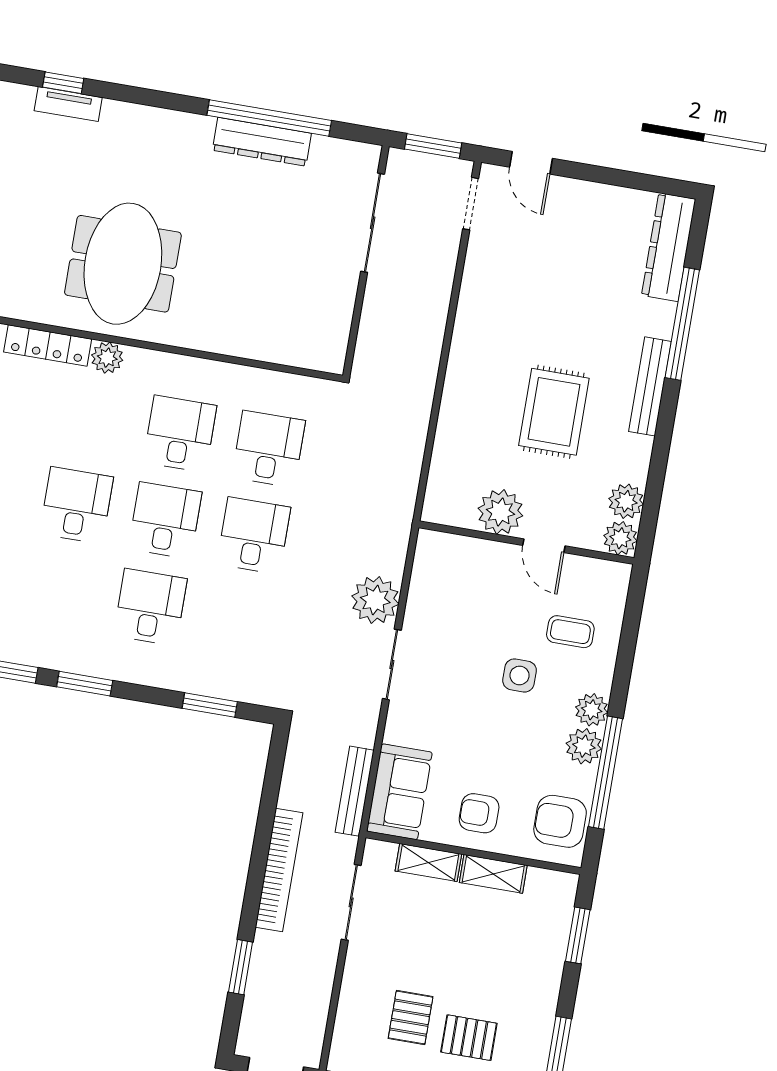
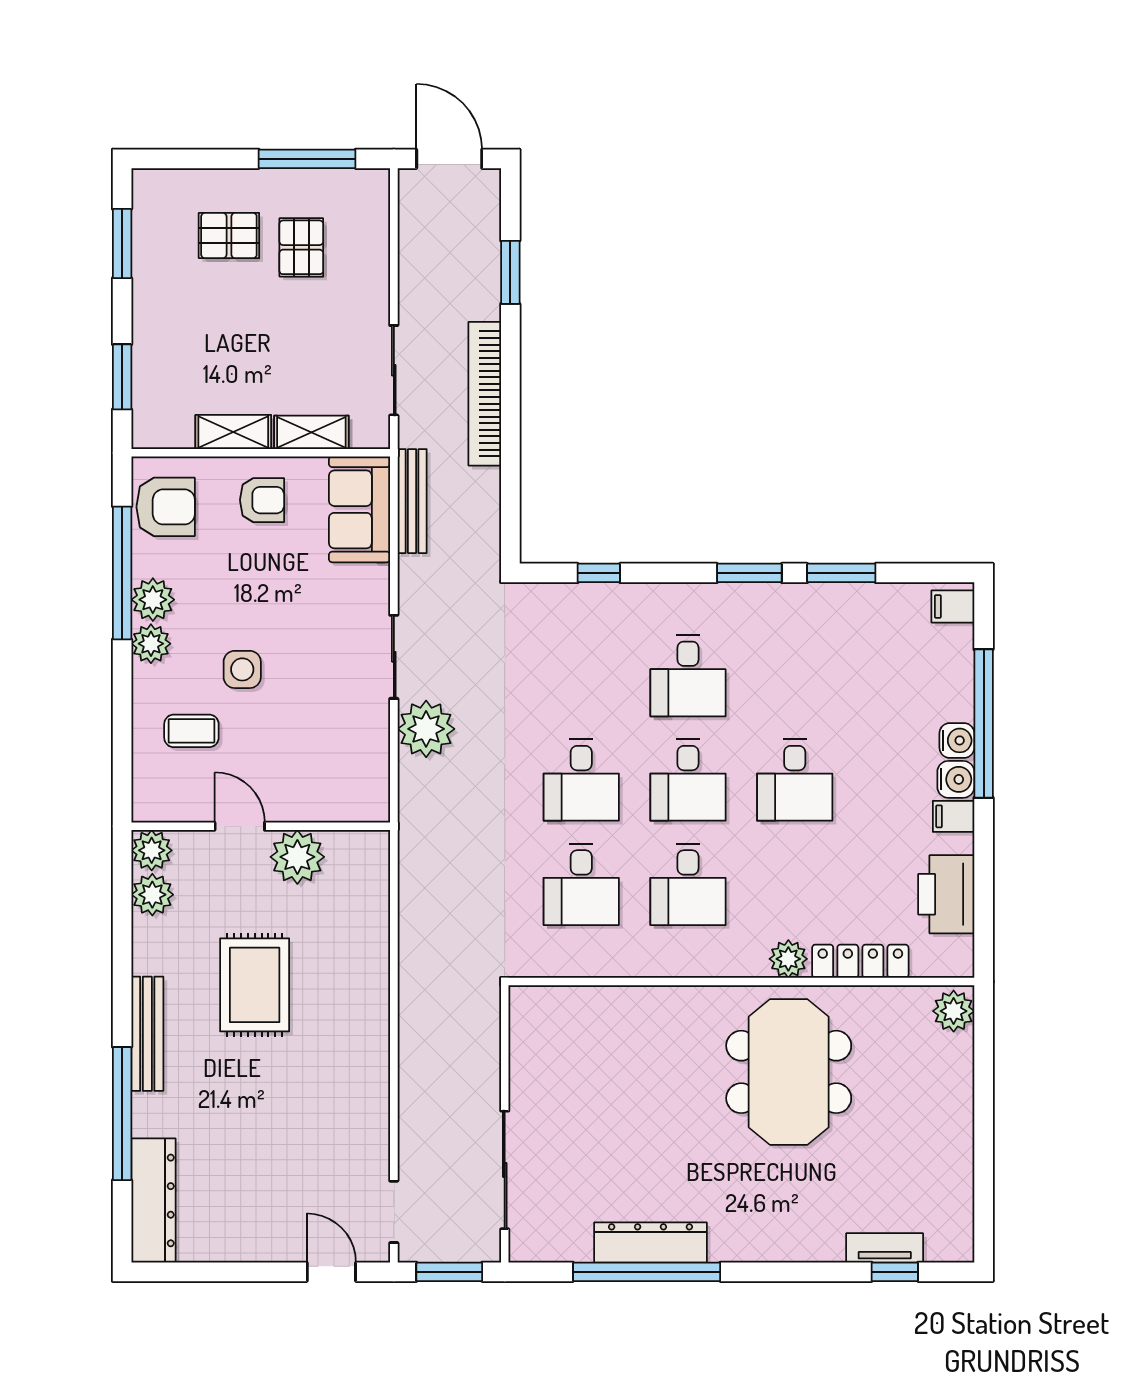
window: (210, 705) -> (599, 573), width x0.67

